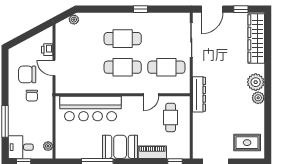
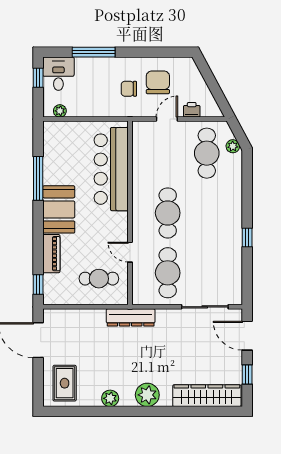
cafe table: (123, 39) -> (207, 153), moved
plant: (258, 98) -> (110, 398), moved

